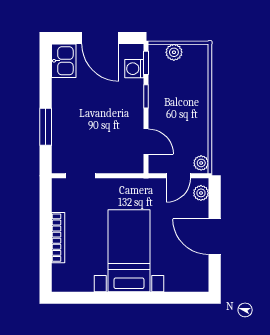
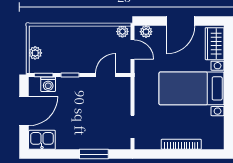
wardrobe: (186, 280) -> (215, 44), added

